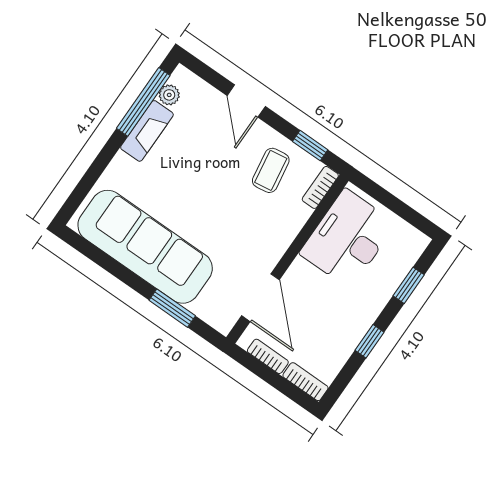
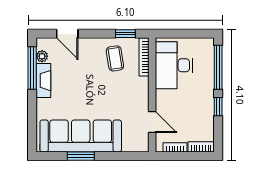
door: (246, 101) -> (67, 34), moved
bookcase: (320, 187) -> (144, 57), width x1.56
window: (409, 285) -> (218, 67), width x2.17
door: (260, 298) -> (152, 122), width x0.73
window: (172, 308) -> (81, 156), moved

